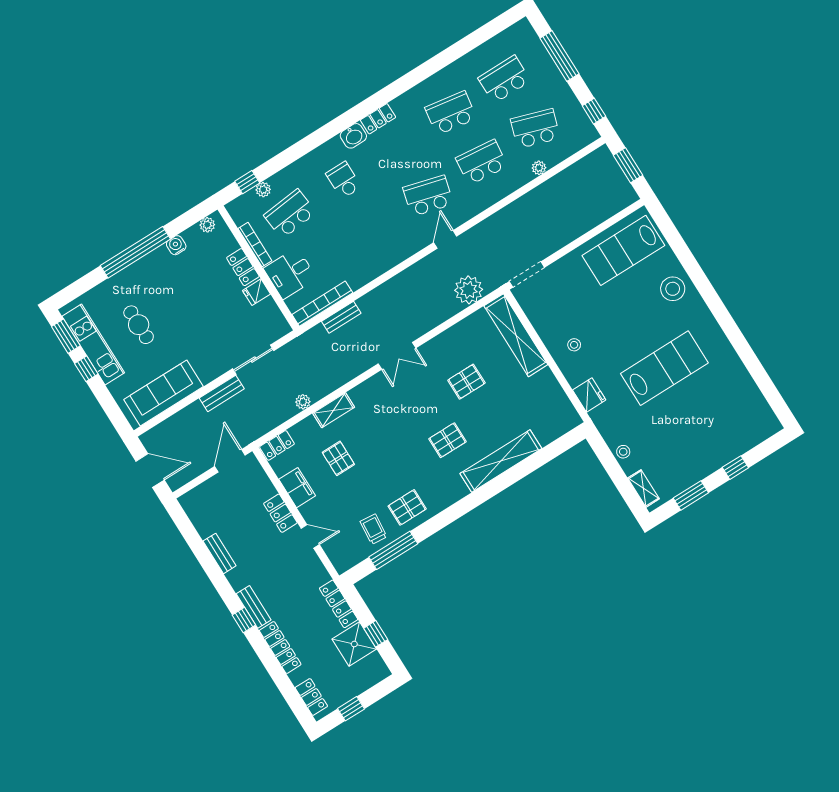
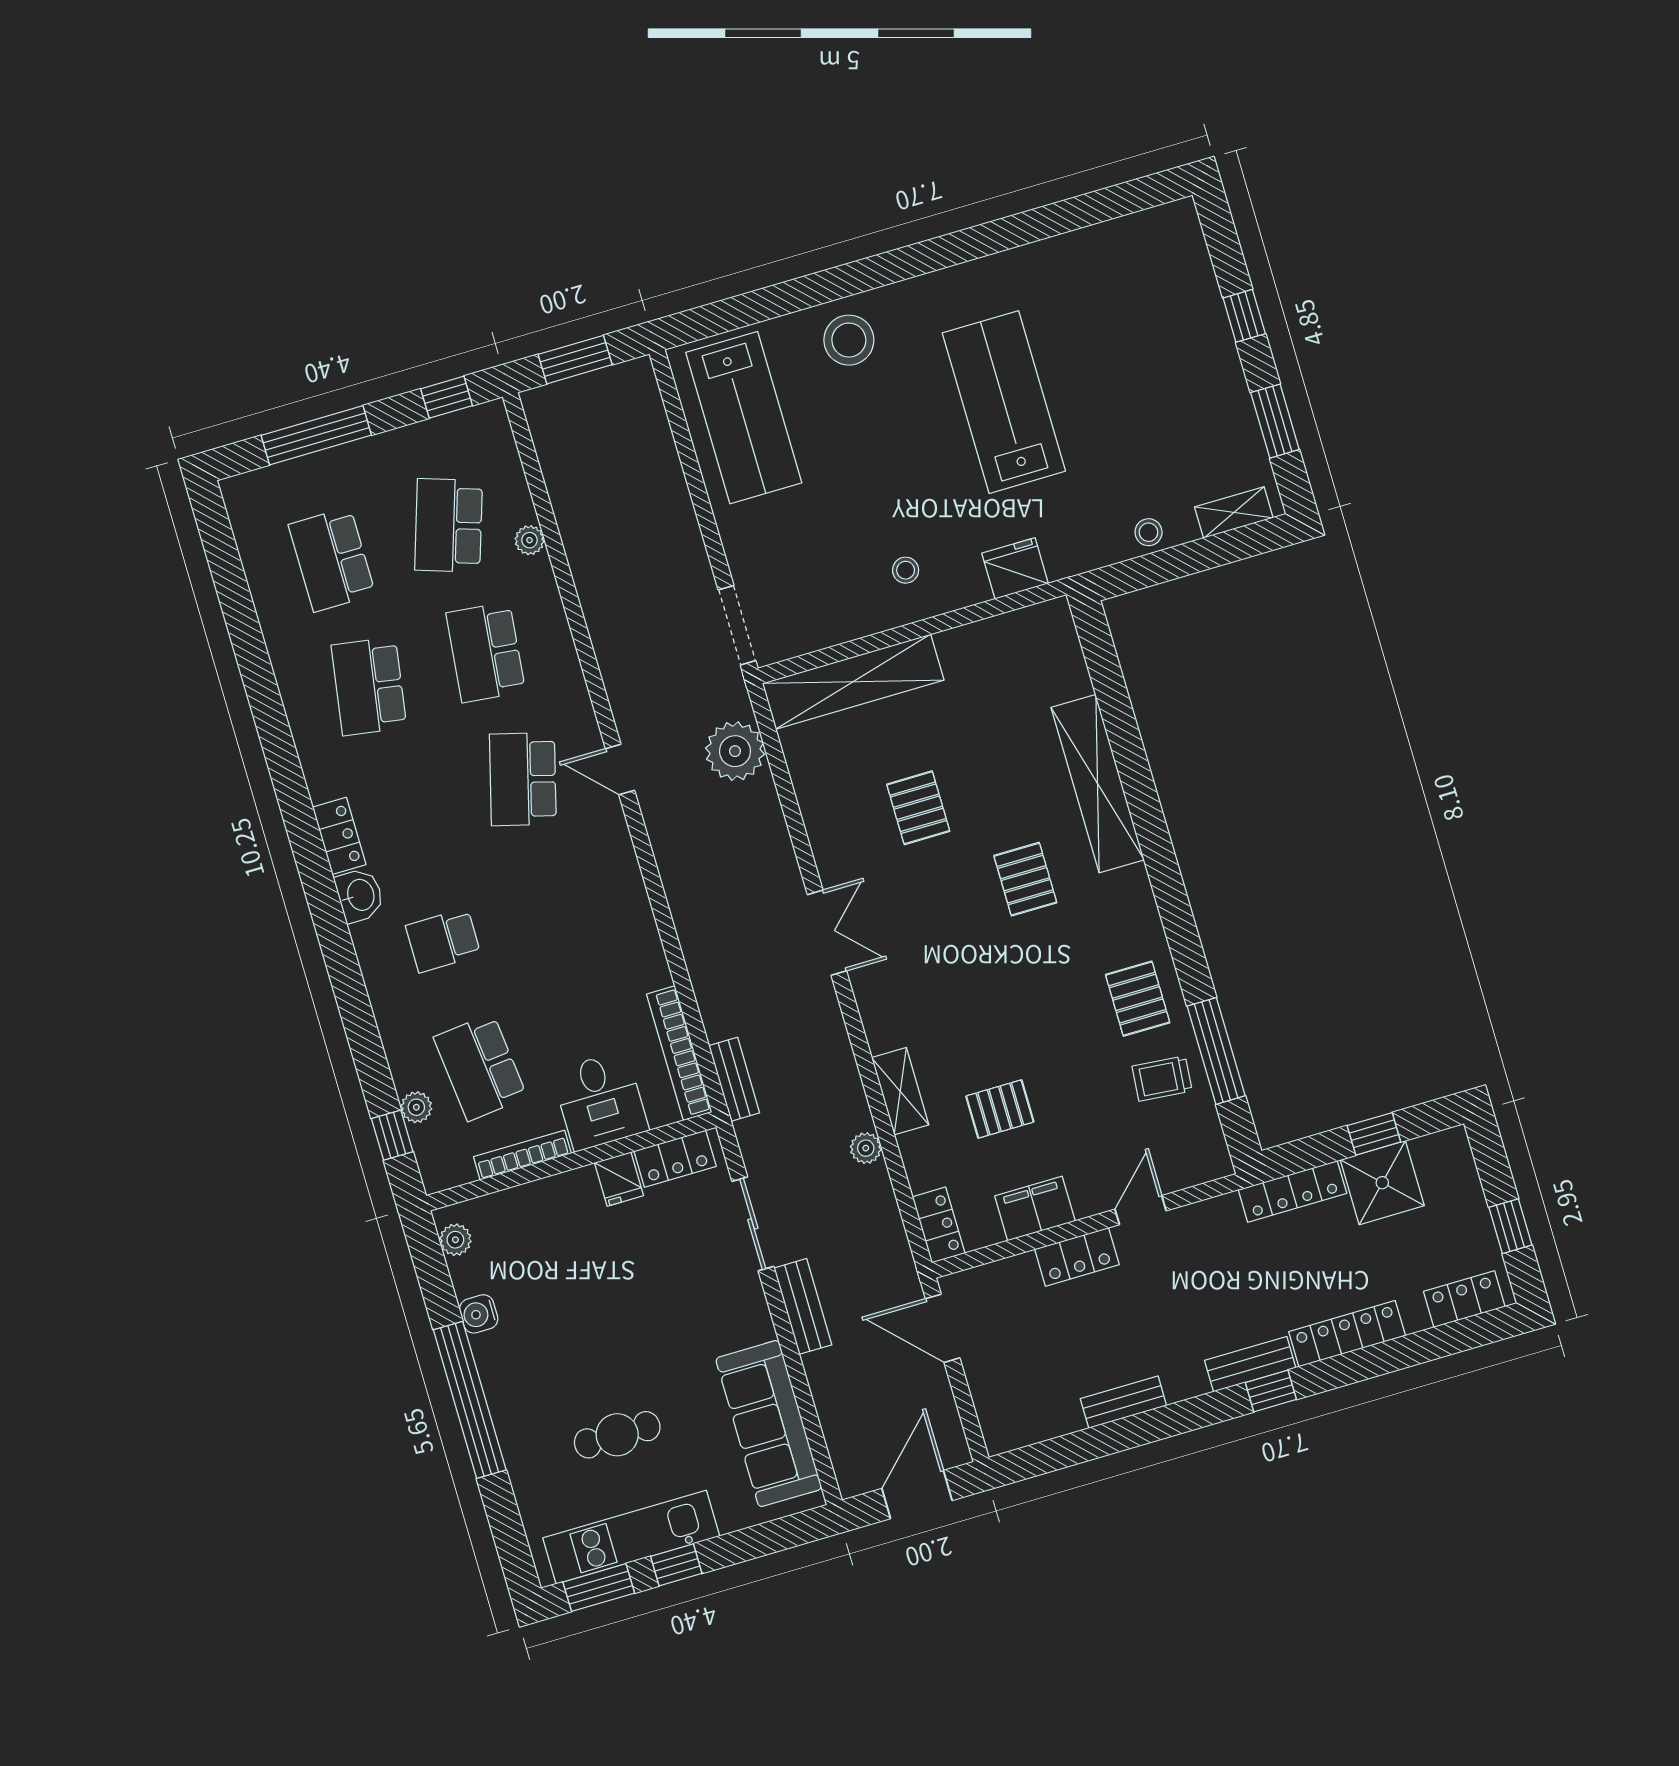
locker: (243, 267) -> (675, 1159), moved
bench: (341, 317) -> (734, 1079), moved

